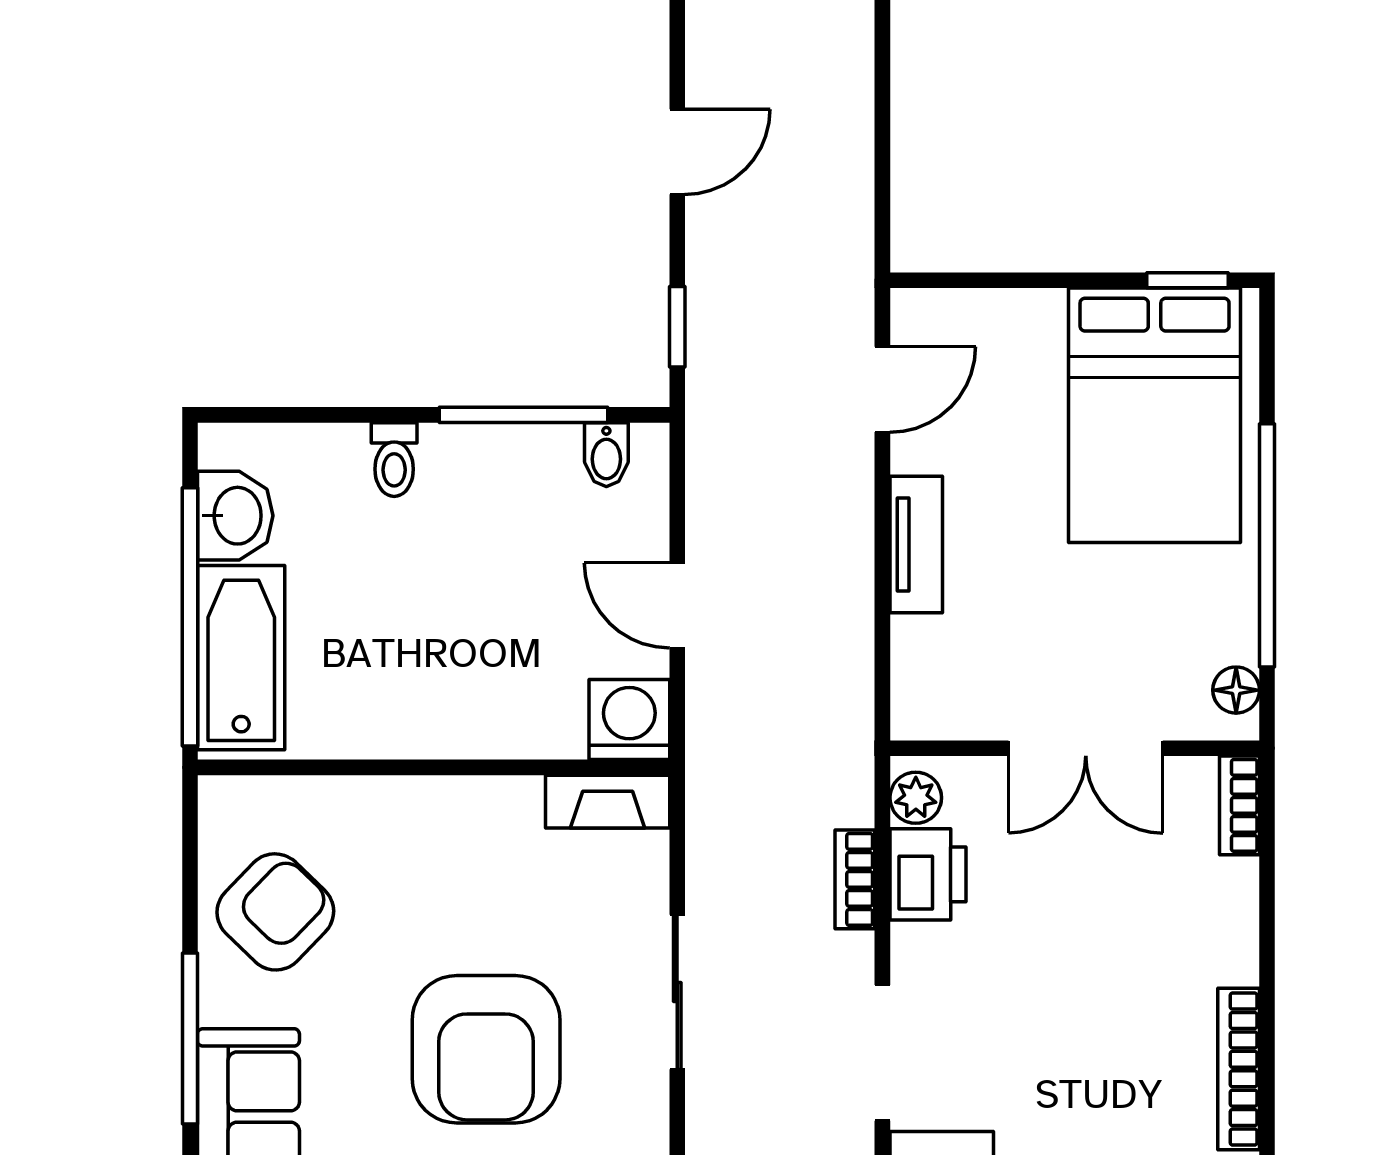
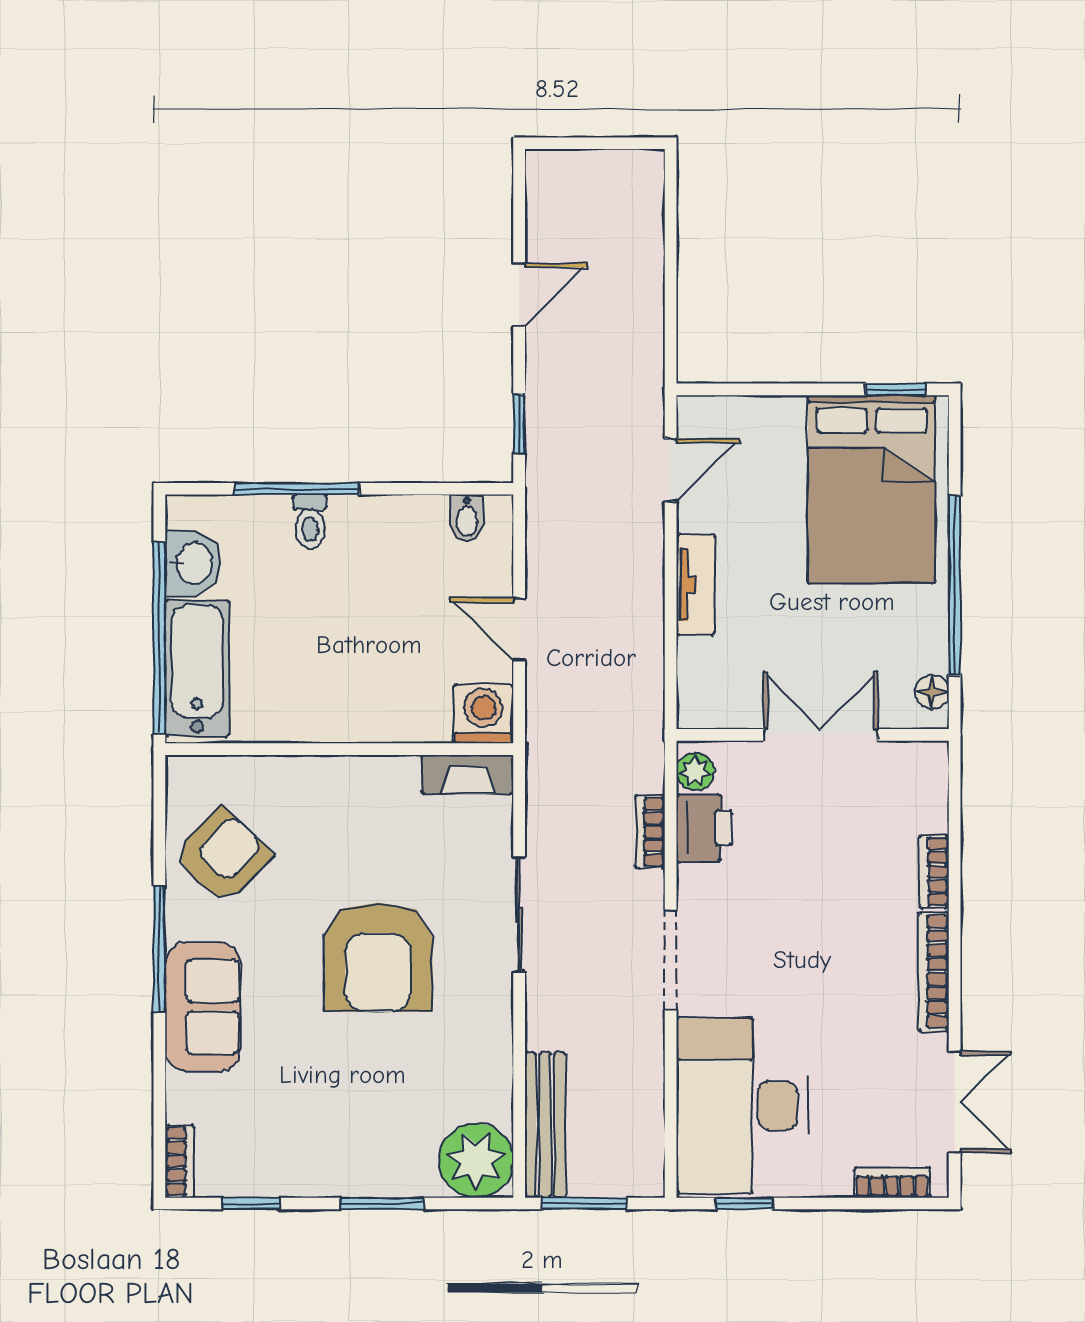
window: (523, 415) -> (297, 489), moved
double door: (1086, 748) -> (821, 735), swing flipped
bookcase: (1240, 805) -> (934, 872), moved

